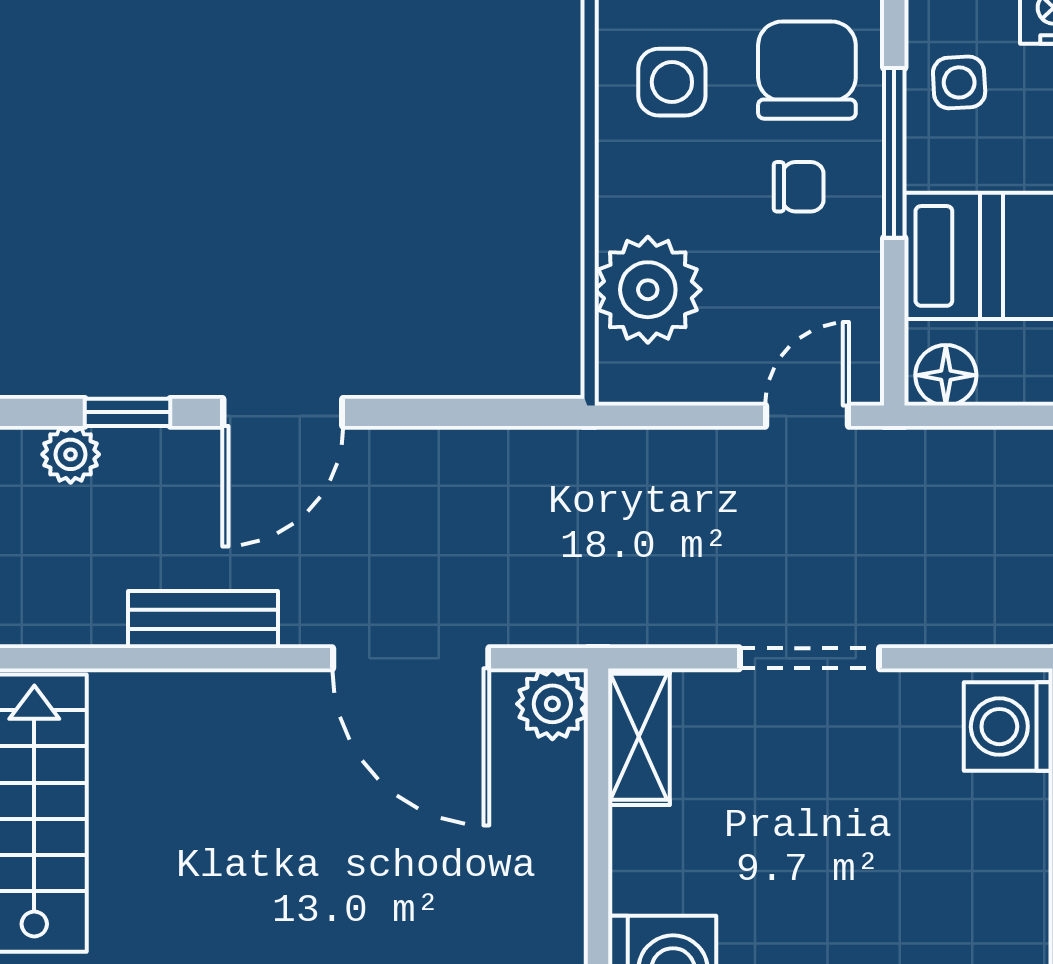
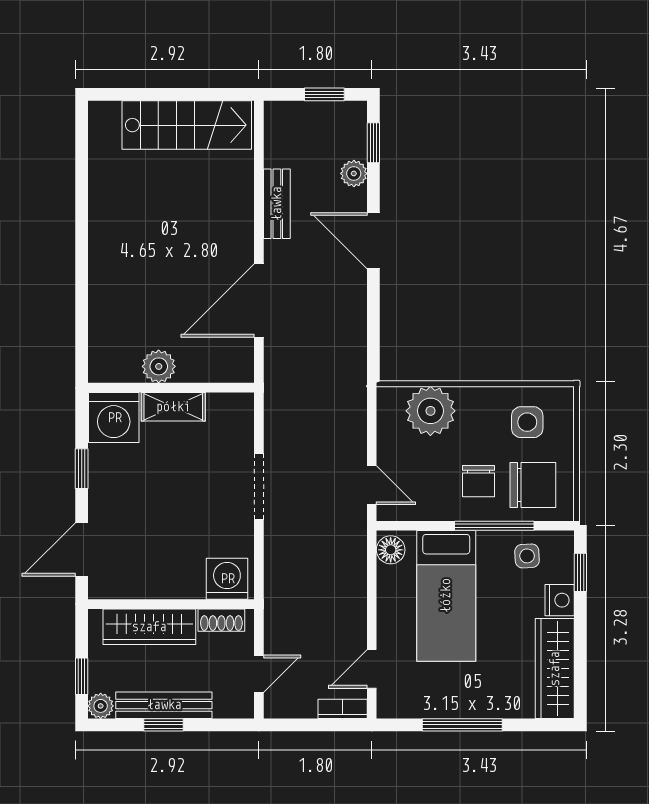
chair: (799, 187) -> (478, 481), width x1.37, depth x1.37
window: (128, 412) -> (373, 143), moved
plant: (71, 454) -> (354, 173), moved
plant: (552, 704) -> (159, 366), moved
shelving: (639, 737) -> (173, 407), moved

